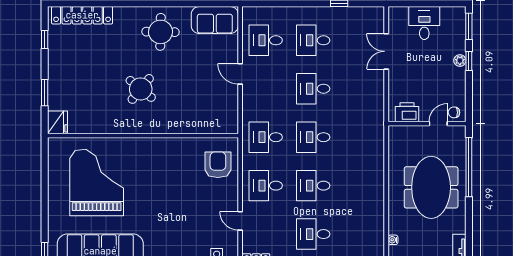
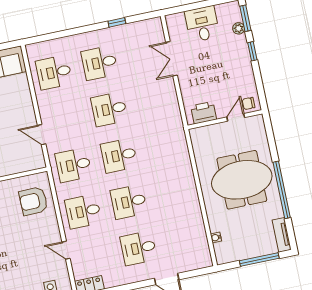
plant: (460, 61) -> (239, 28), moved
door: (240, 74) -> (42, 135), moved
armchair: (218, 165) -> (33, 201), turned -91
window: (469, 167) -> (282, 190), moved
meeting table: (431, 187) -> (242, 180), turned 90

